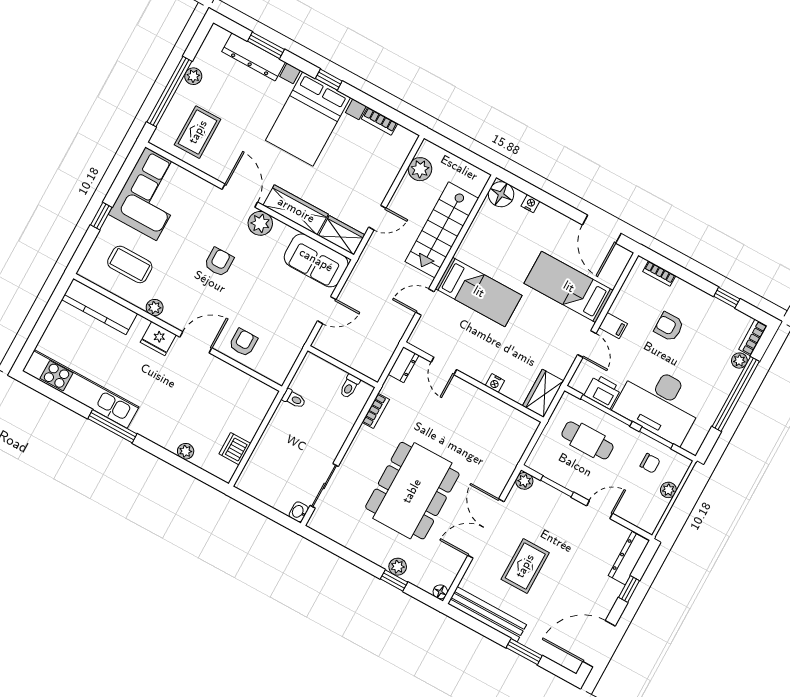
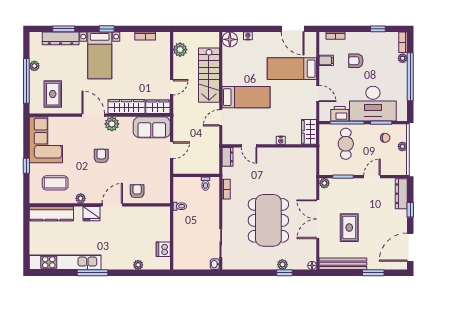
bed with nightstands: (308, 119) -> (100, 55), width x0.73
filing cabinet: (613, 326) -> (326, 60), moved
cafe table: (587, 440) -> (346, 144), turned 90

